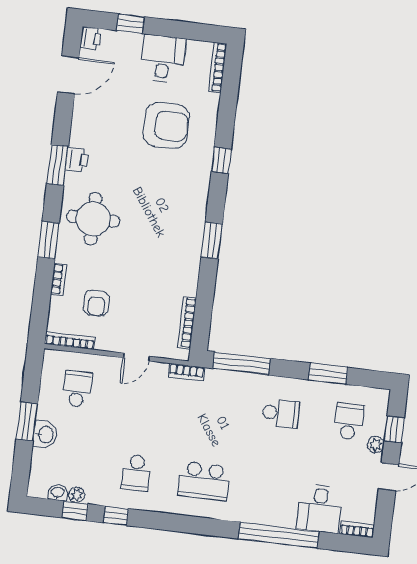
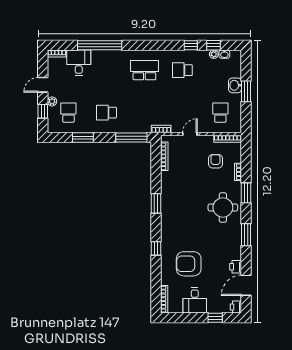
printer: (77, 160) -> (236, 267), moved
school desk: (77, 389) -> (220, 113), turned 180
school desk: (349, 421) -> (68, 113), turned 180
school desk: (136, 473) -> (182, 70), turned -90

